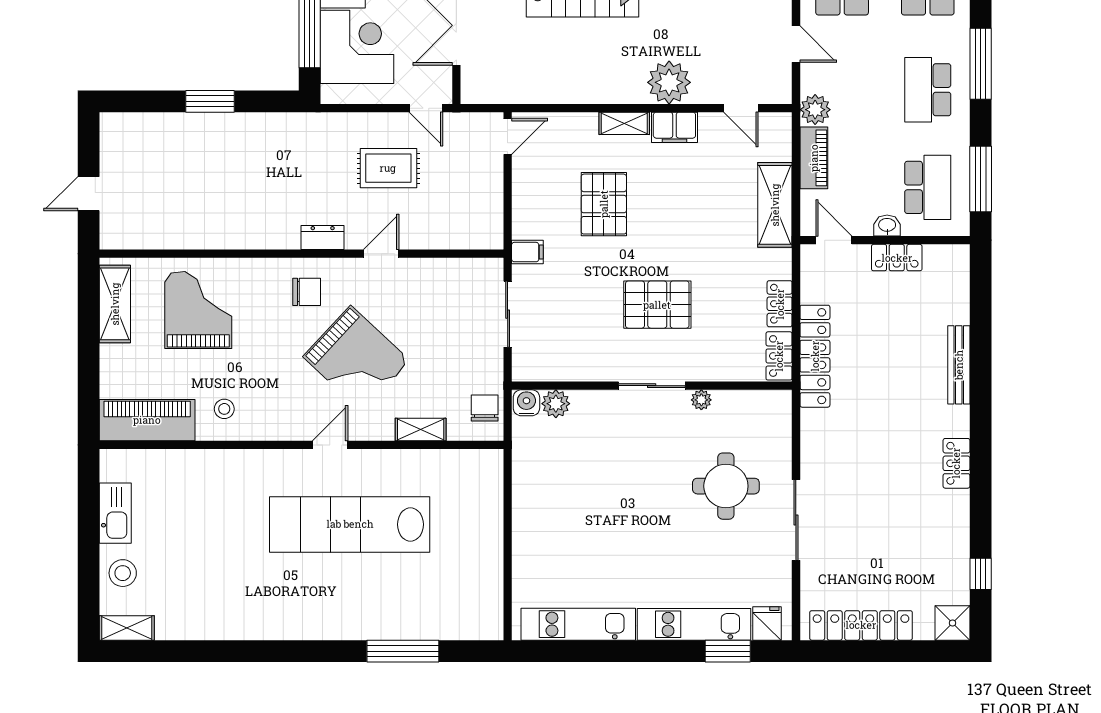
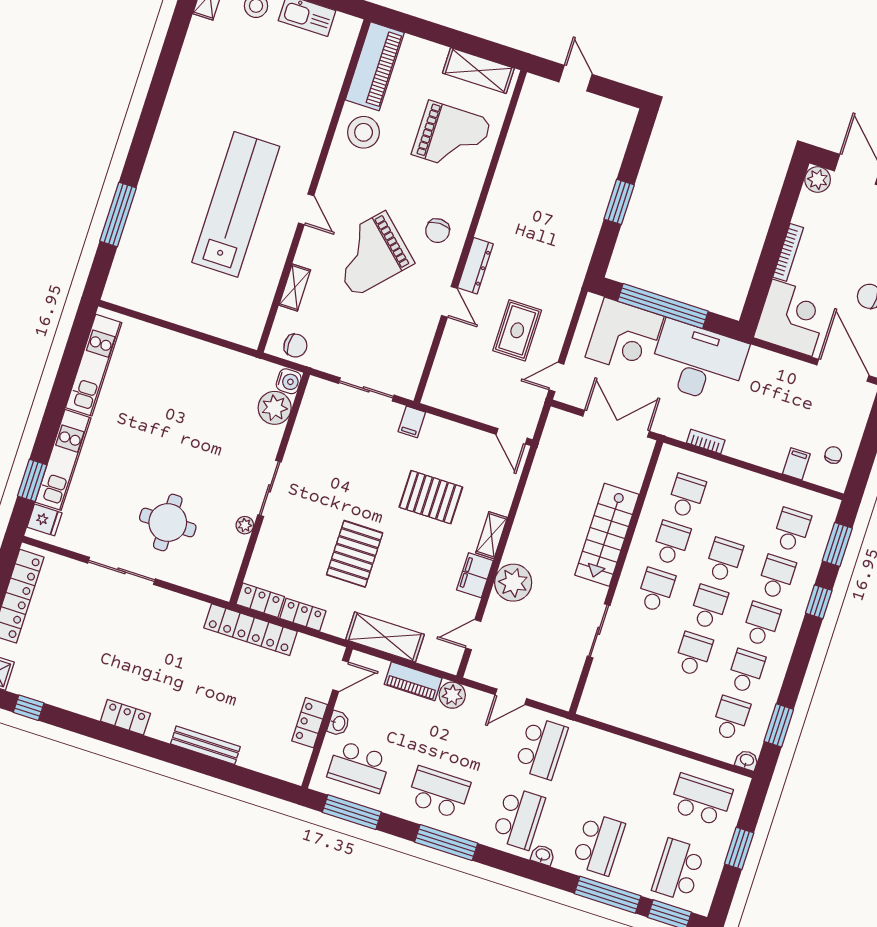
dresser: (323, 238) -> (475, 266), width x1.44
pallet: (657, 305) -> (355, 554), moved
plant: (556, 404) -> (275, 408), width x1.36, depth x1.36
stool: (224, 409) -> (364, 132), width x1.89, depth x1.89

